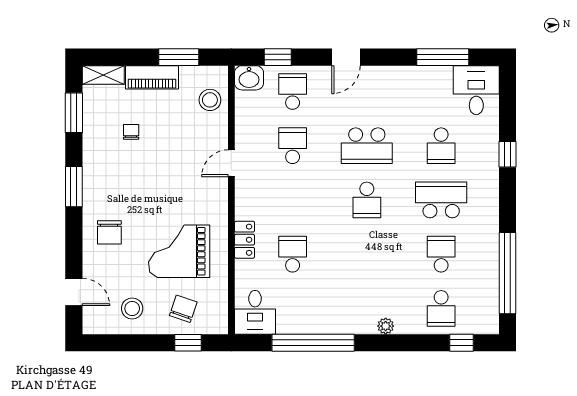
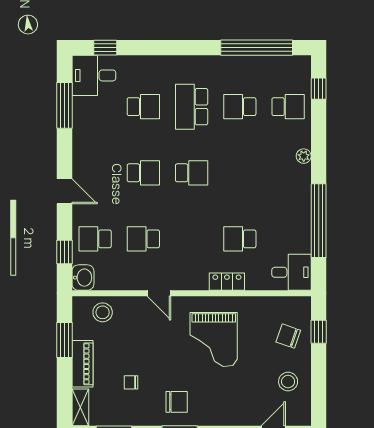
school desk: (367, 146) -> (143, 173), width x0.54
window: (508, 154) -> (105, 48), moved
chair: (109, 232) -> (177, 402), moved
grand piano: (179, 251) -> (214, 340), moved

